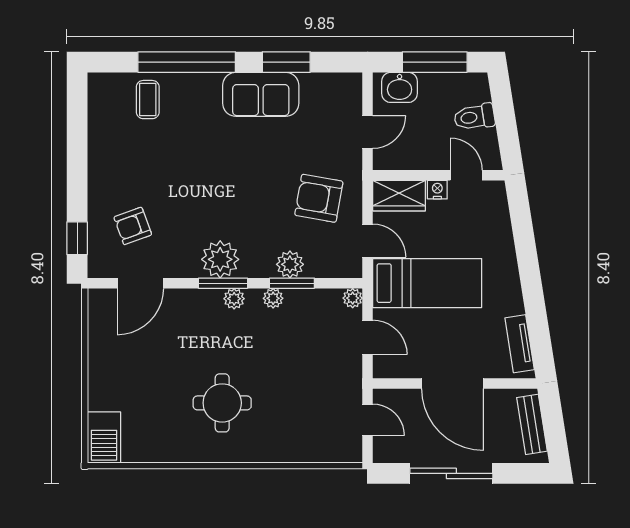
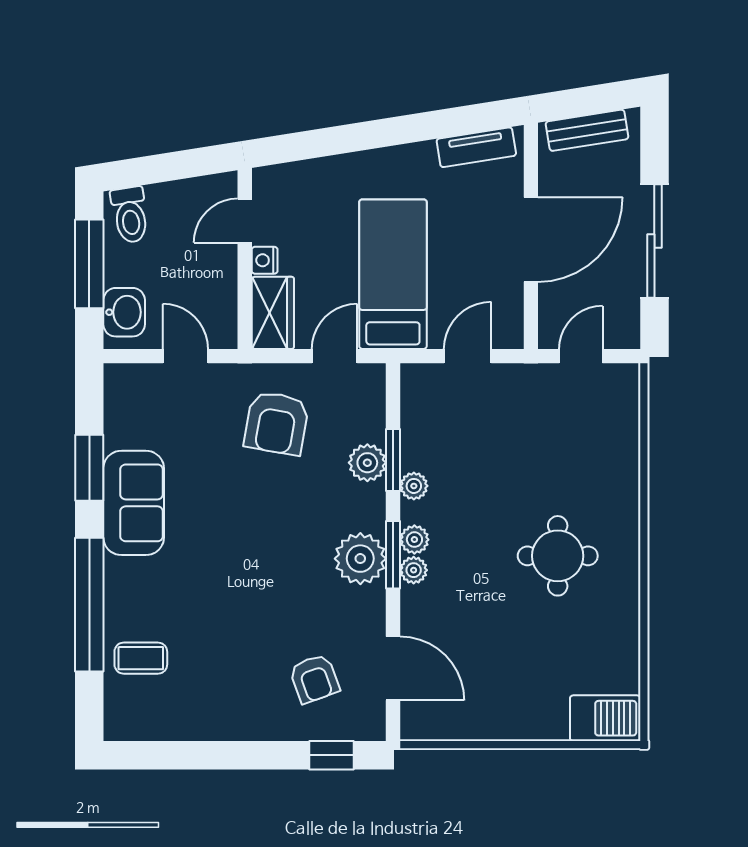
toilet: (474, 117) -> (130, 215), moved
plant: (353, 298) -> (414, 570), moved

